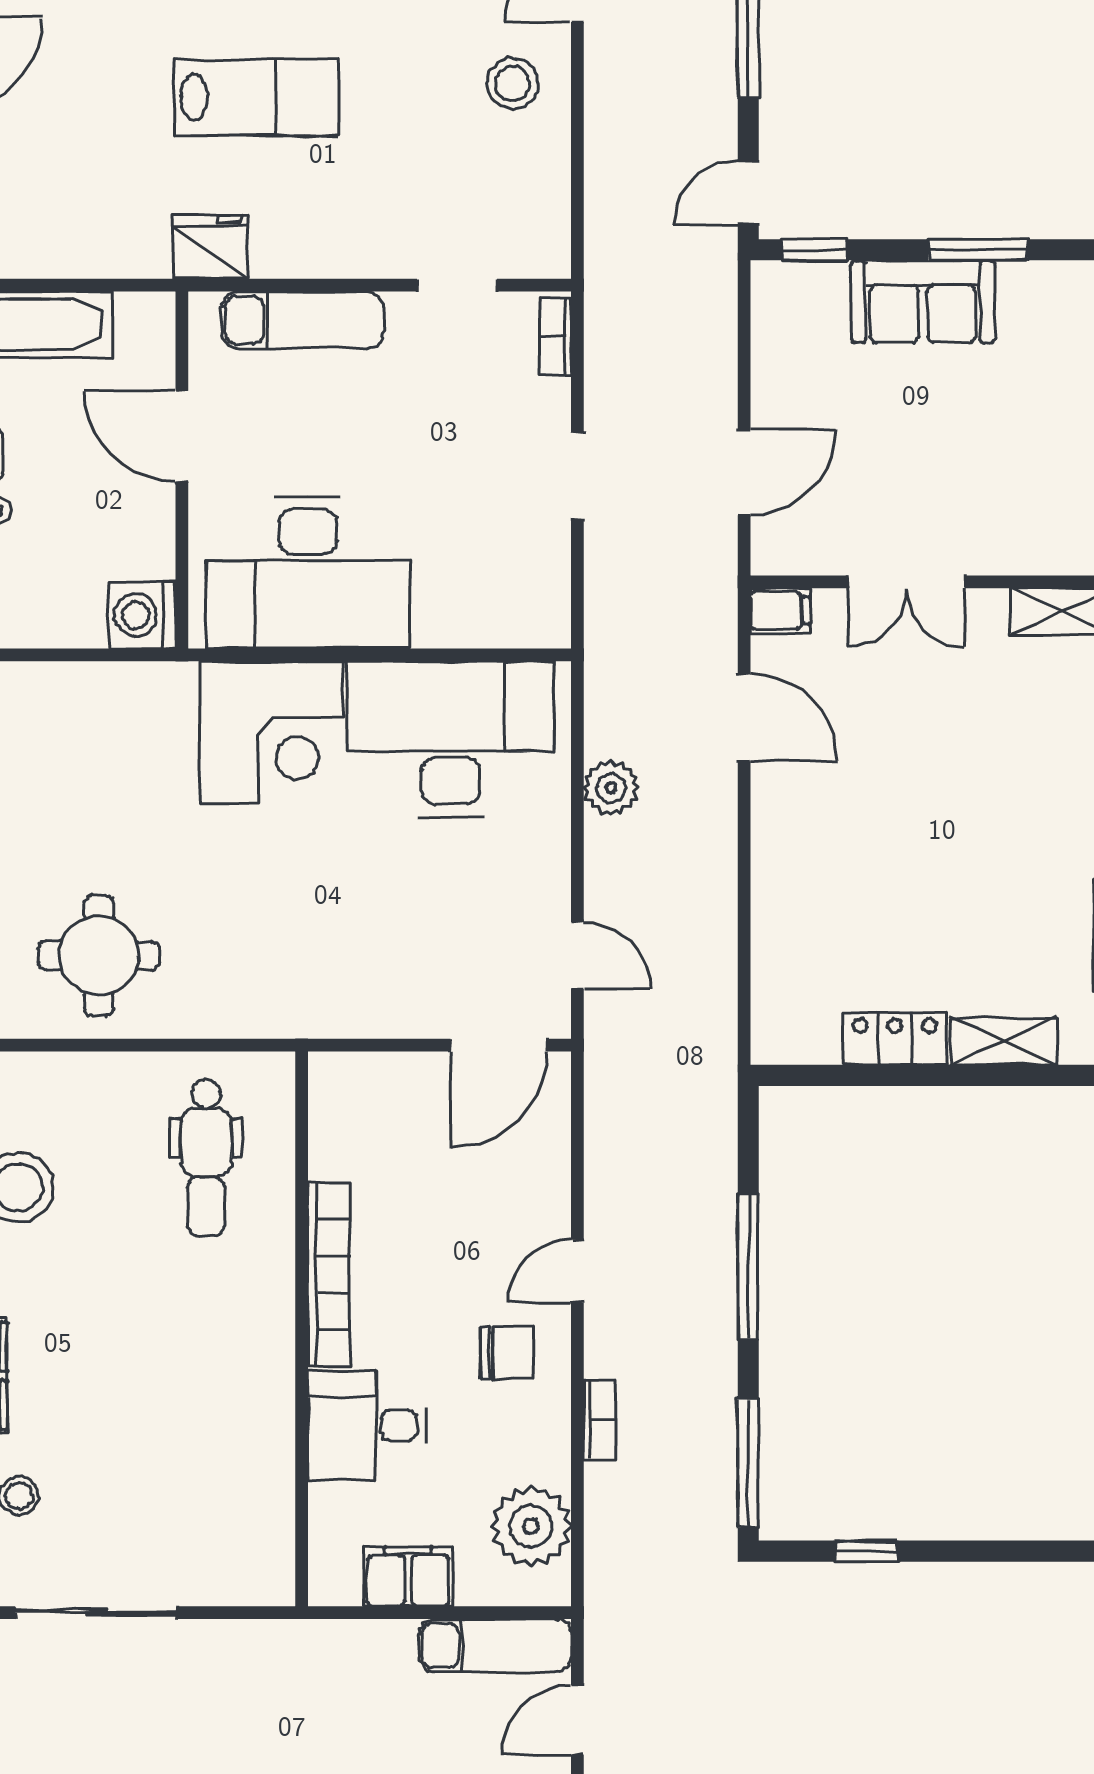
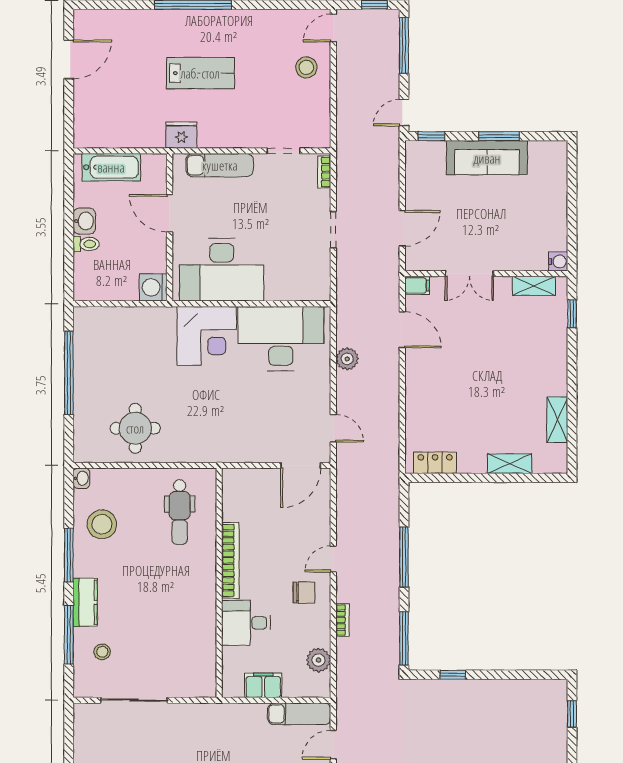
sofa: (923, 302) -> (487, 158), width x1.36
locker: (895, 1039) -> (435, 463), moved
plant: (531, 1526) -> (318, 660), width x0.73, depth x0.73

